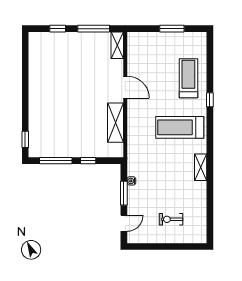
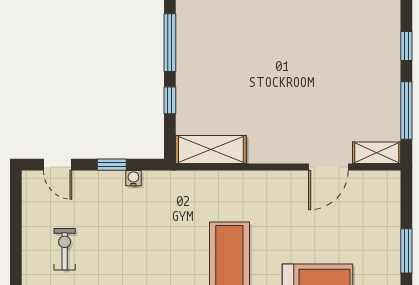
door: (125, 87) -> (328, 167), moved
shelving: (115, 123) -> (211, 149), moved
window: (124, 193) -> (112, 165), width x0.67

